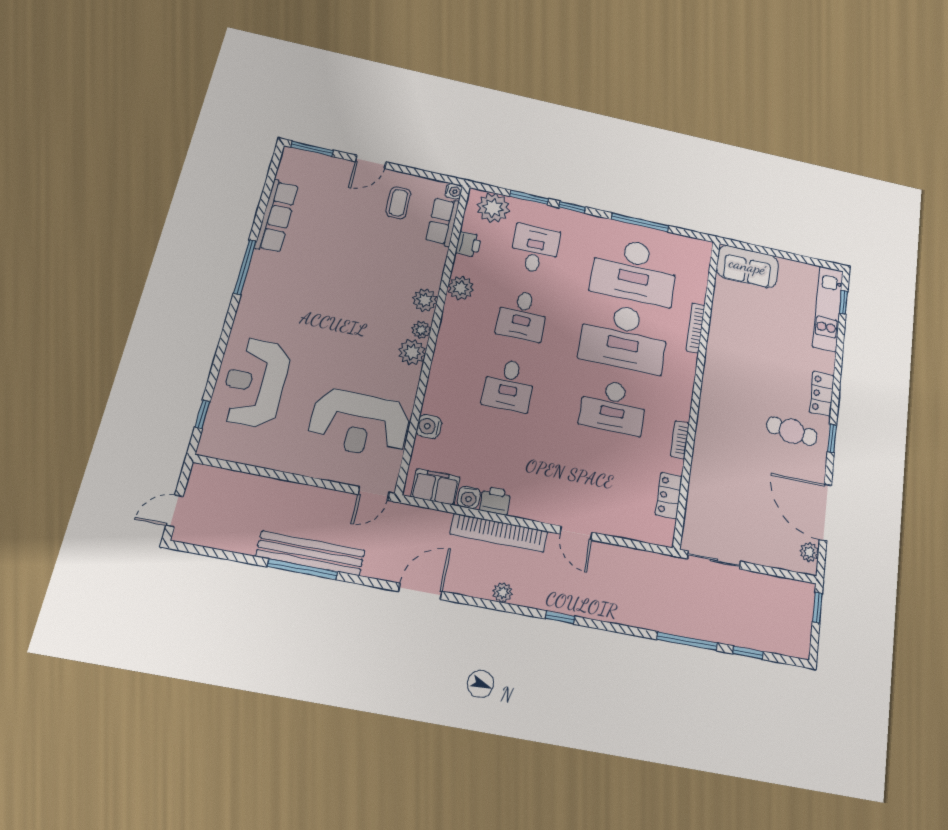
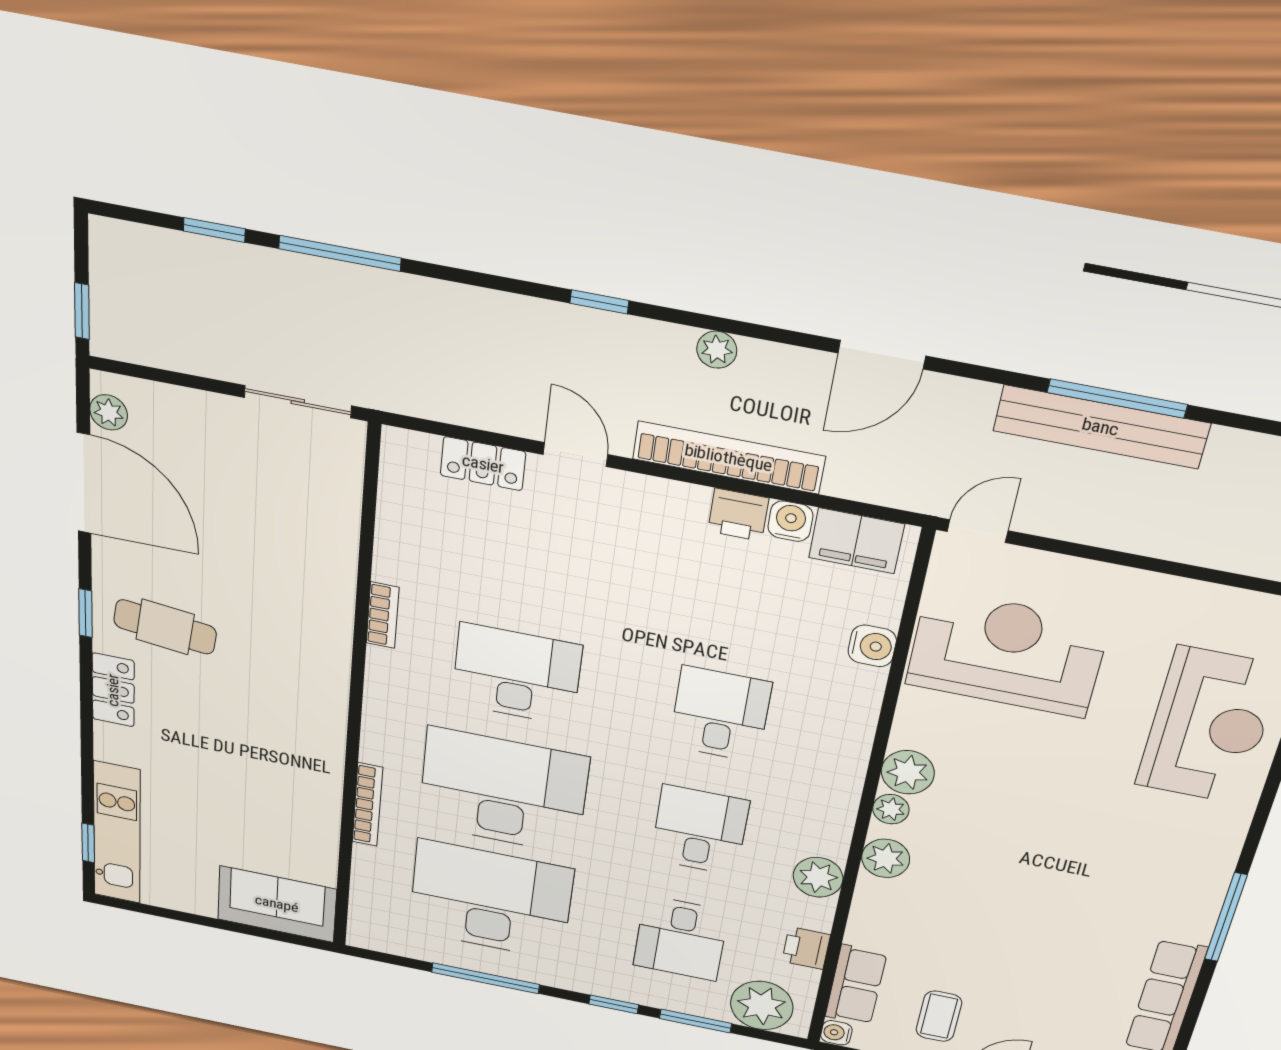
locker: (669, 495) -> (483, 464), moved, turned 90

